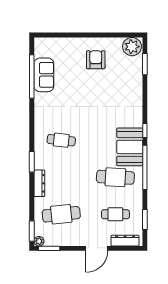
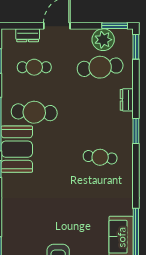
dresser: (39, 183) -> (127, 100), width x0.70
plant: (39, 241) -> (103, 40), moved, width x1.88, depth x1.88
dresser: (125, 241) -> (28, 35), width x0.70

